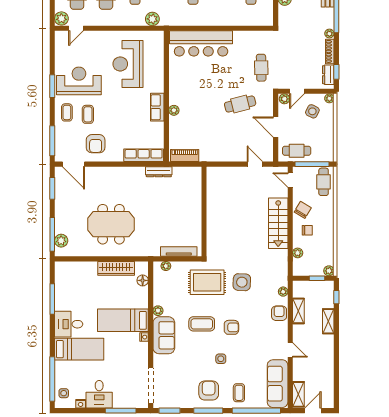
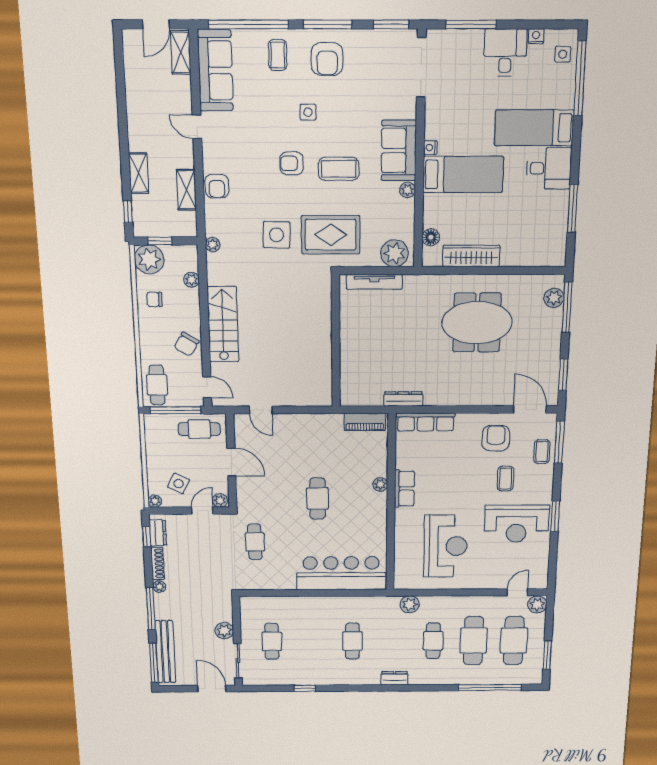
cafe table: (240, 104) -> (318, 498), moved, turned -76
coffee table: (67, 112) -> (542, 452), moved
chair: (307, 230) -> (154, 299), moved
plant: (166, 266) -> (395, 253), width x1.87, depth x1.87
plant: (329, 271) -> (149, 259), width x1.87, depth x1.87
plant: (283, 292) -> (213, 245), moved

